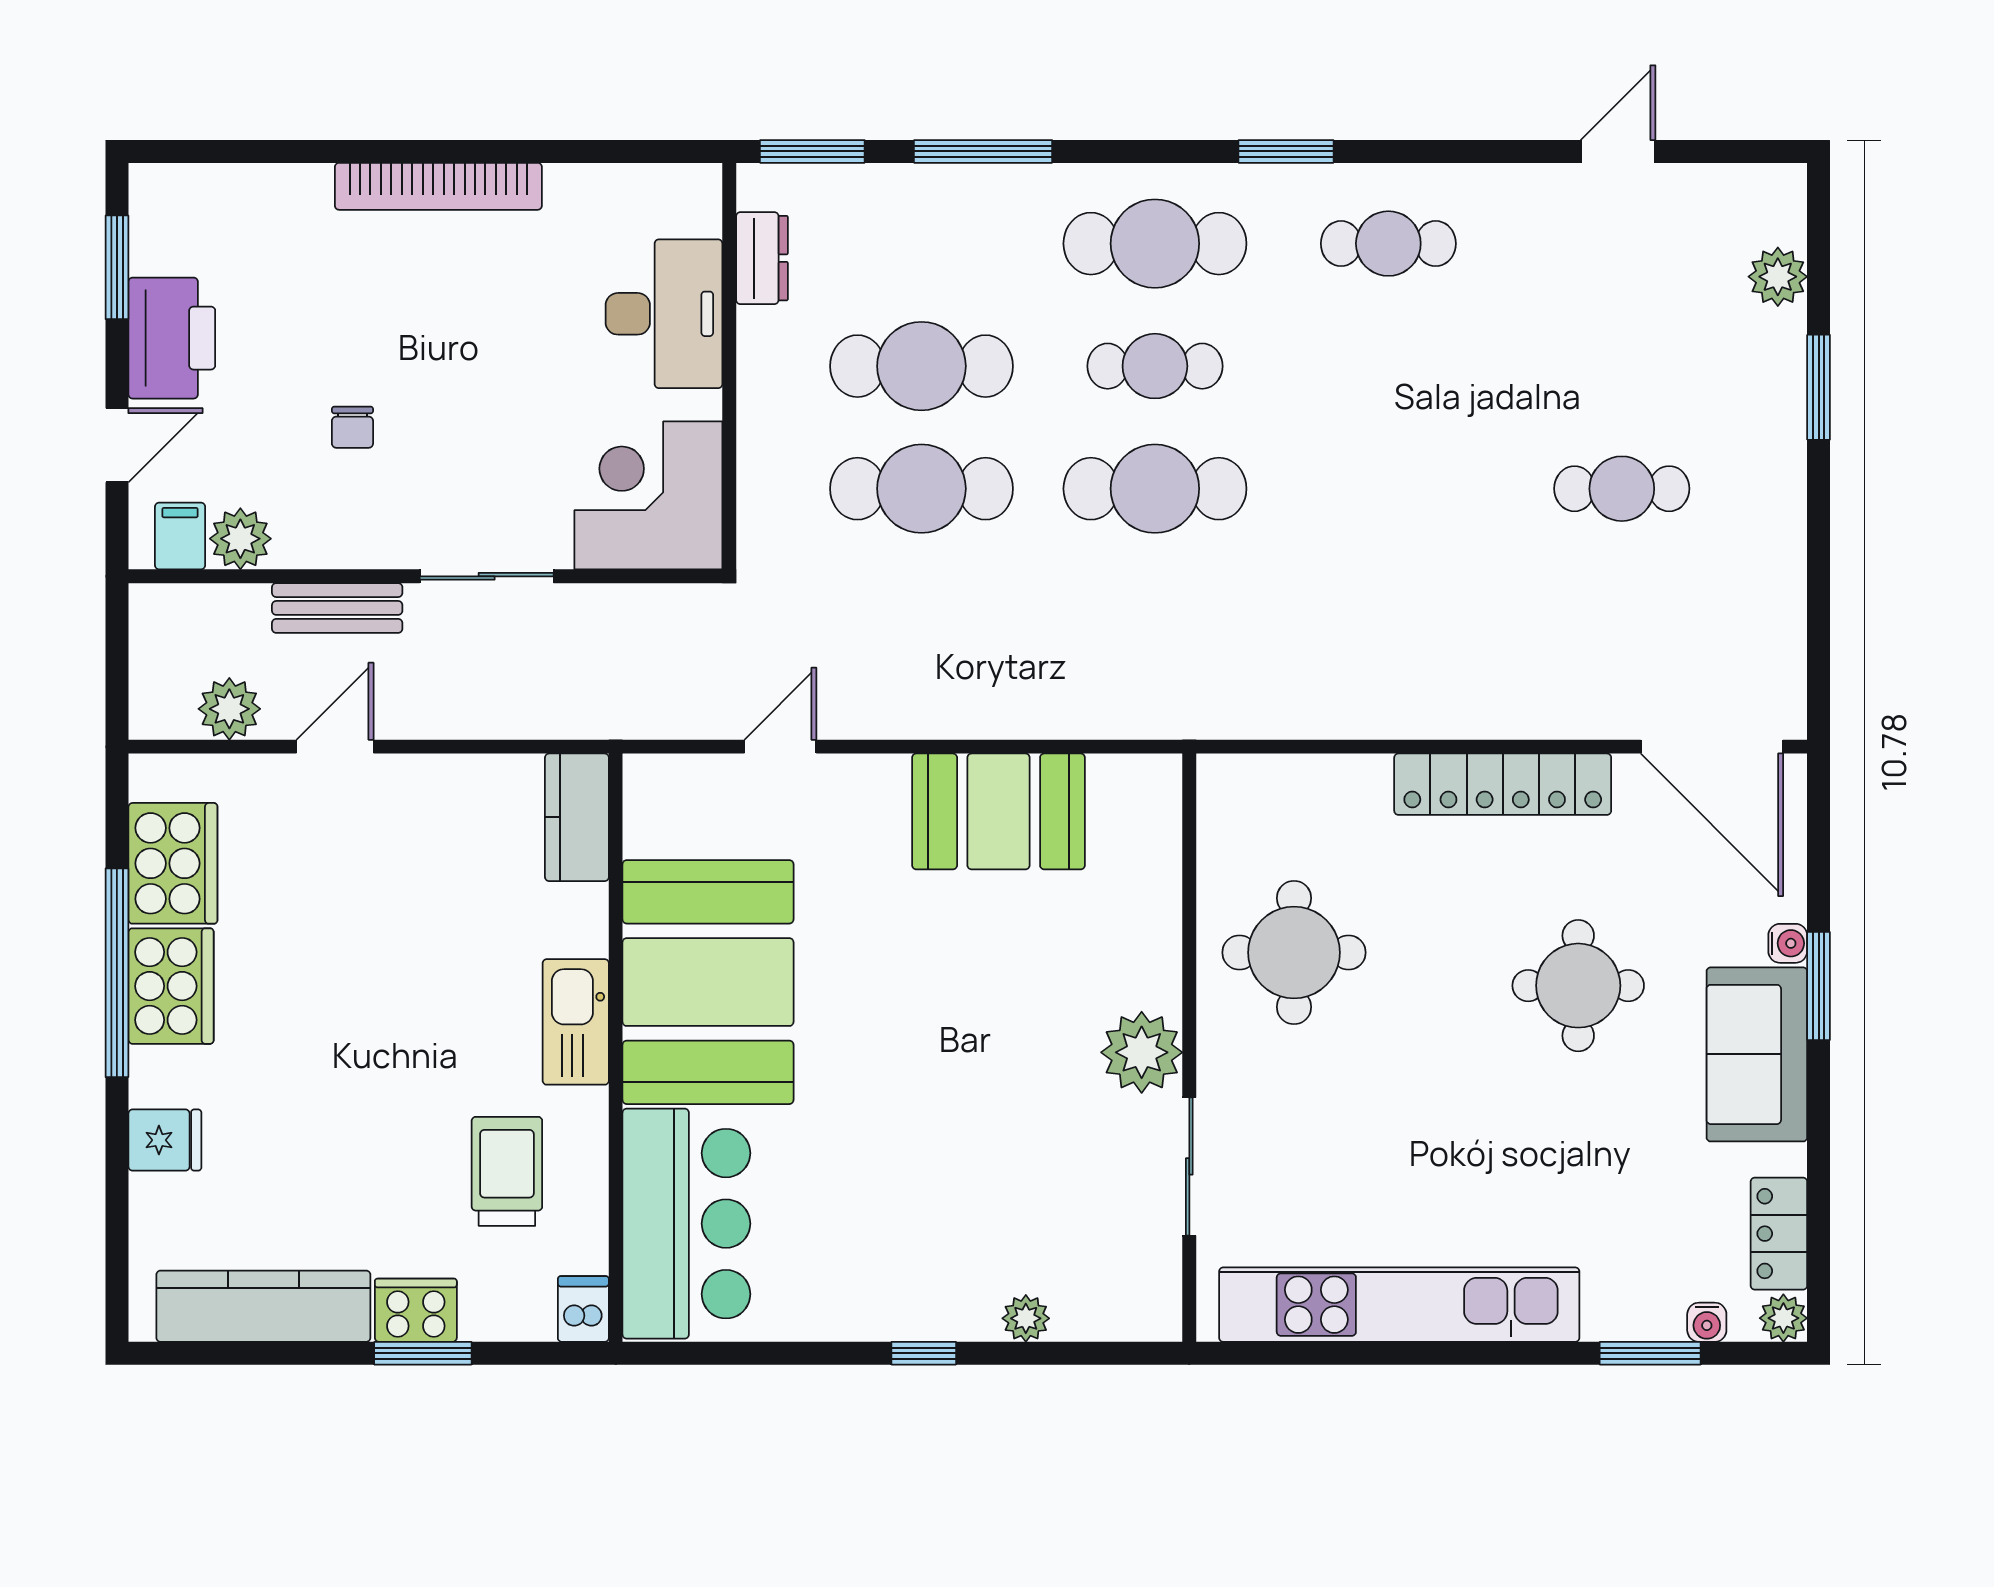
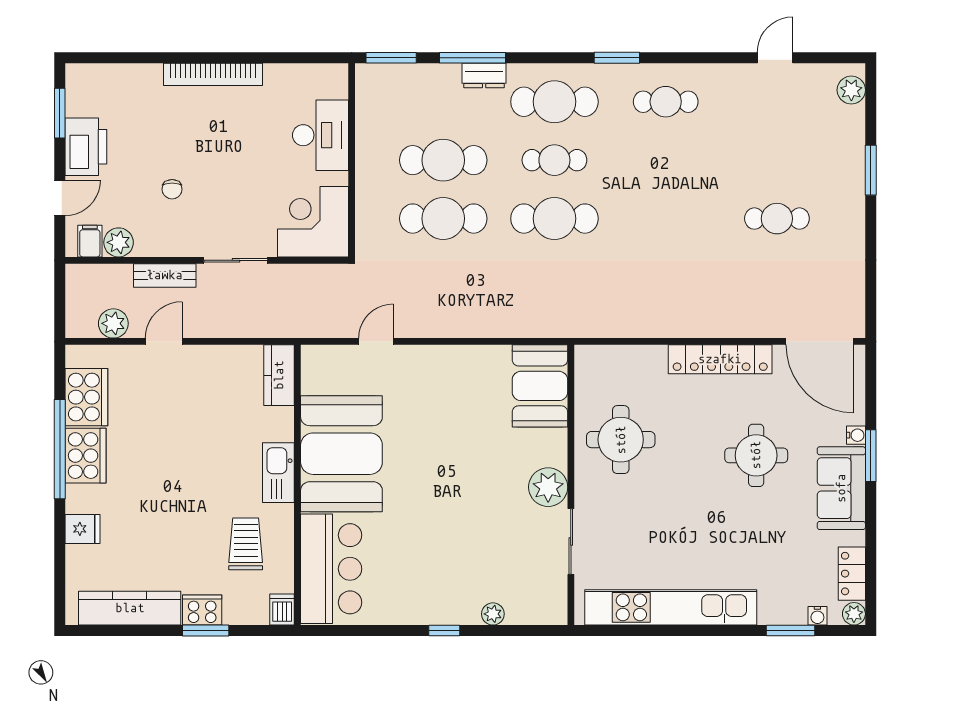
dresser: (762, 258) -> (484, 76), moved, turned 90
plant: (1778, 277) -> (851, 90), moved
booth: (999, 811) -> (540, 386), moved, turned 90

